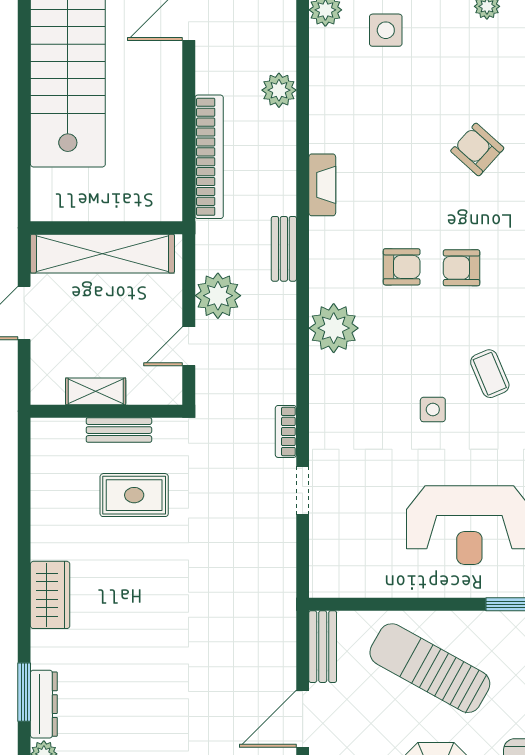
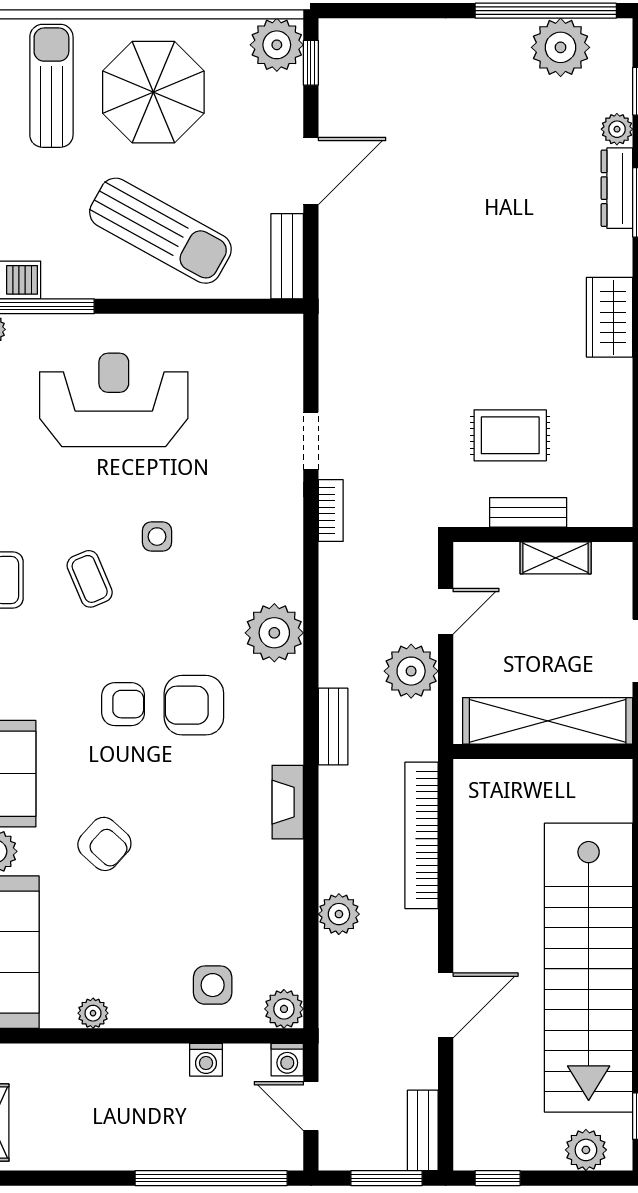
armchair: (402, 267) -> (194, 705), width x1.38, depth x1.38

